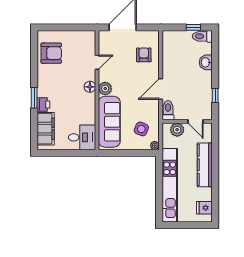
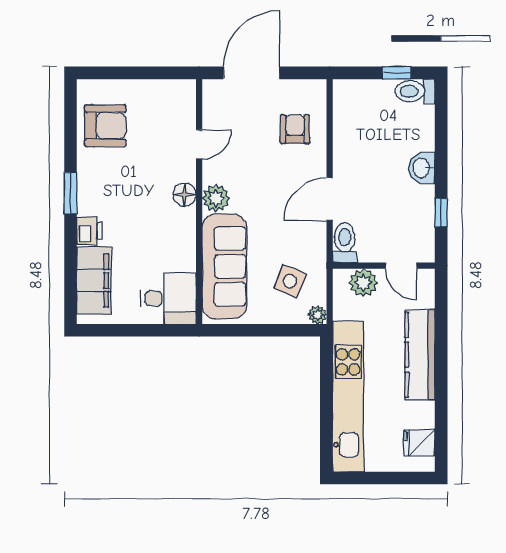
washbasin: (206, 62) -> (422, 168), moved
window: (34, 98) -> (70, 193), moved

